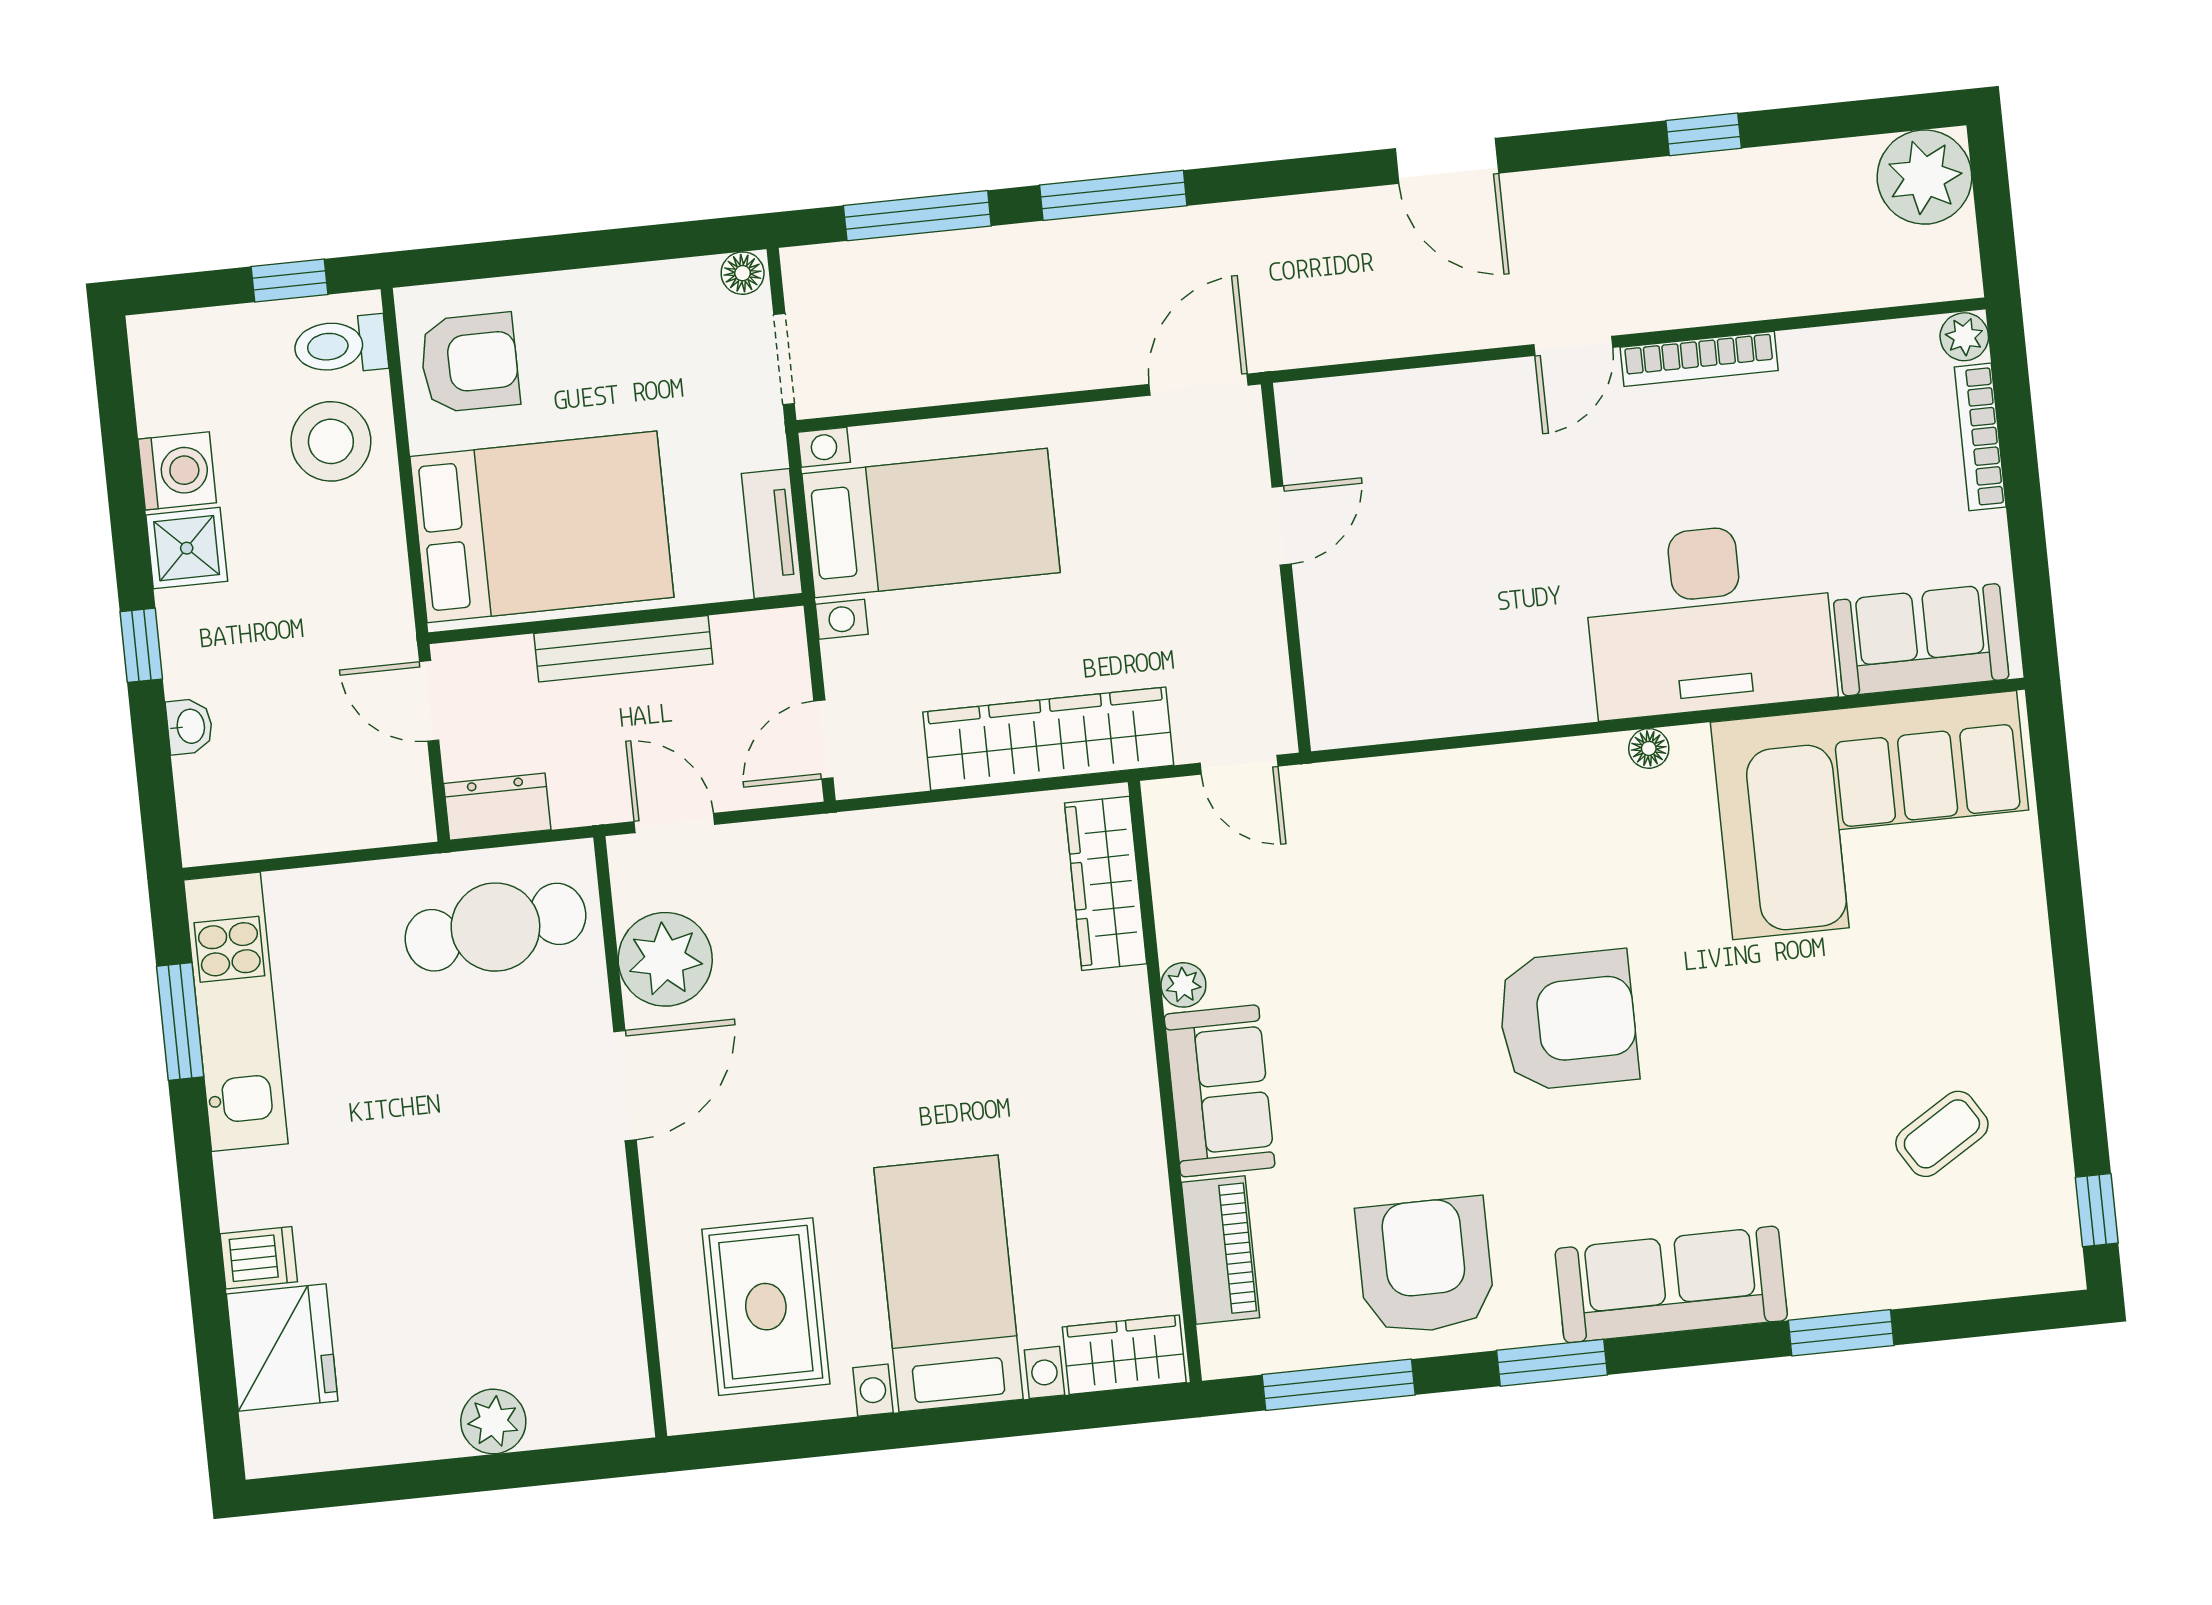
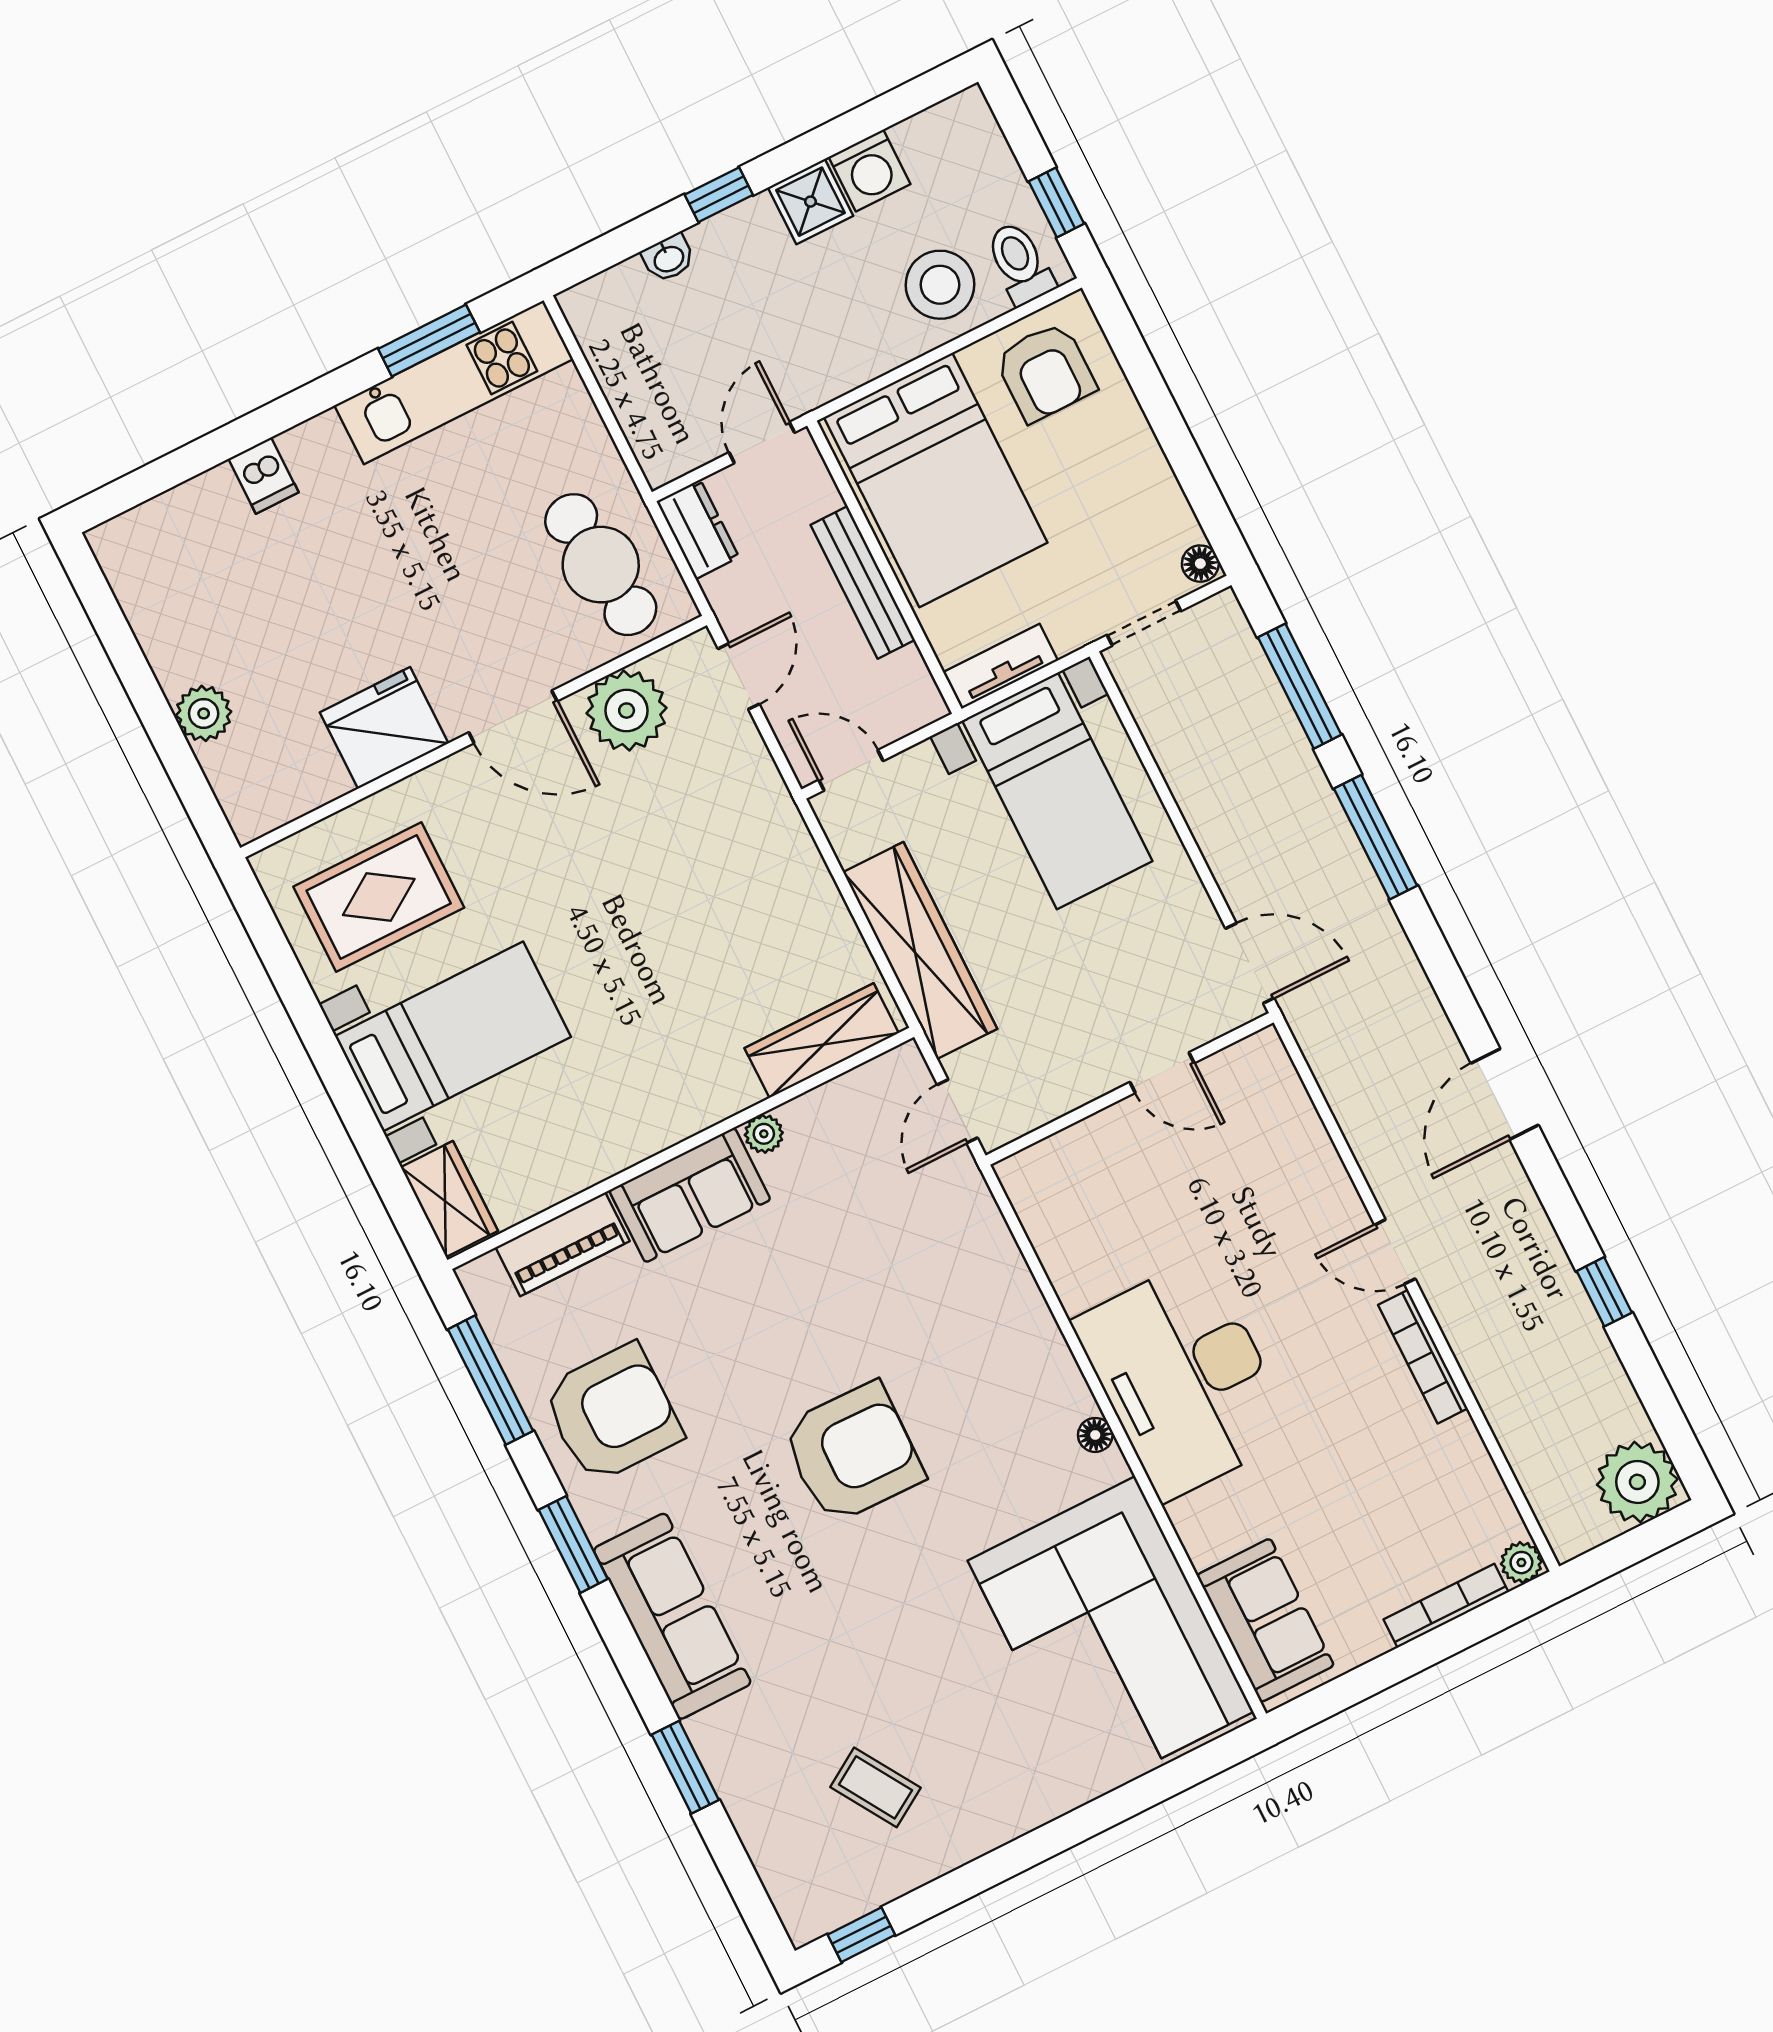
desk: (1709, 619) -> (1184, 1378), moved
armchair: (1568, 1020) -> (853, 1453), turned -89
fridge: (282, 1347) -> (384, 728), moved, turned 180

